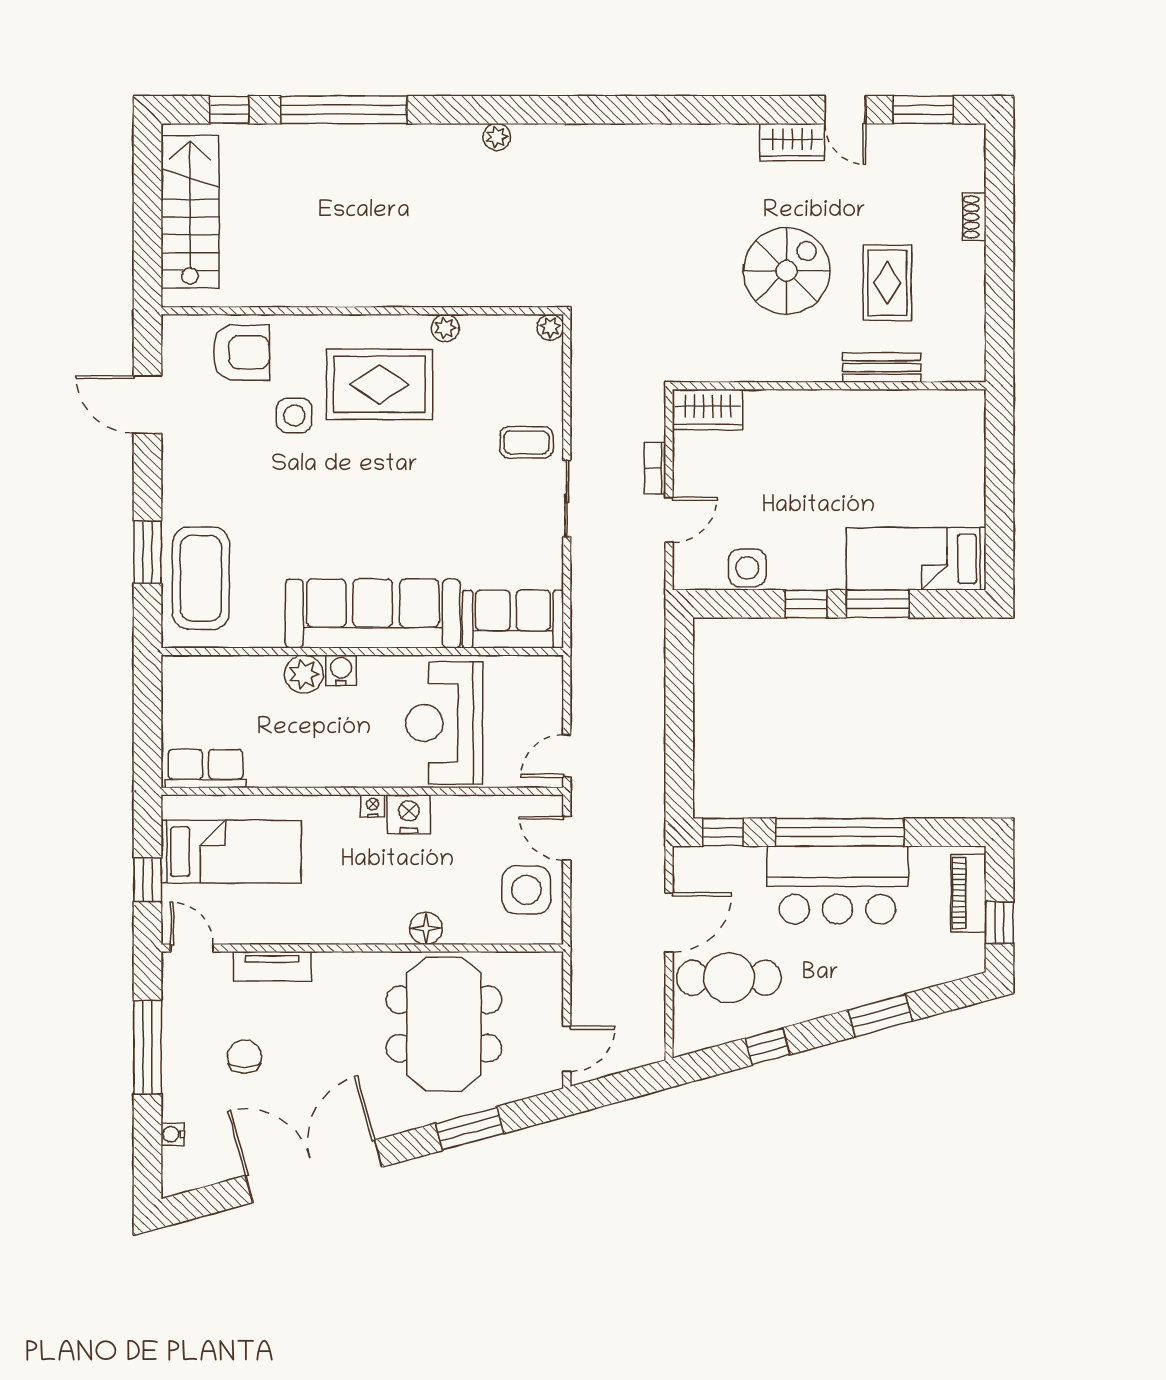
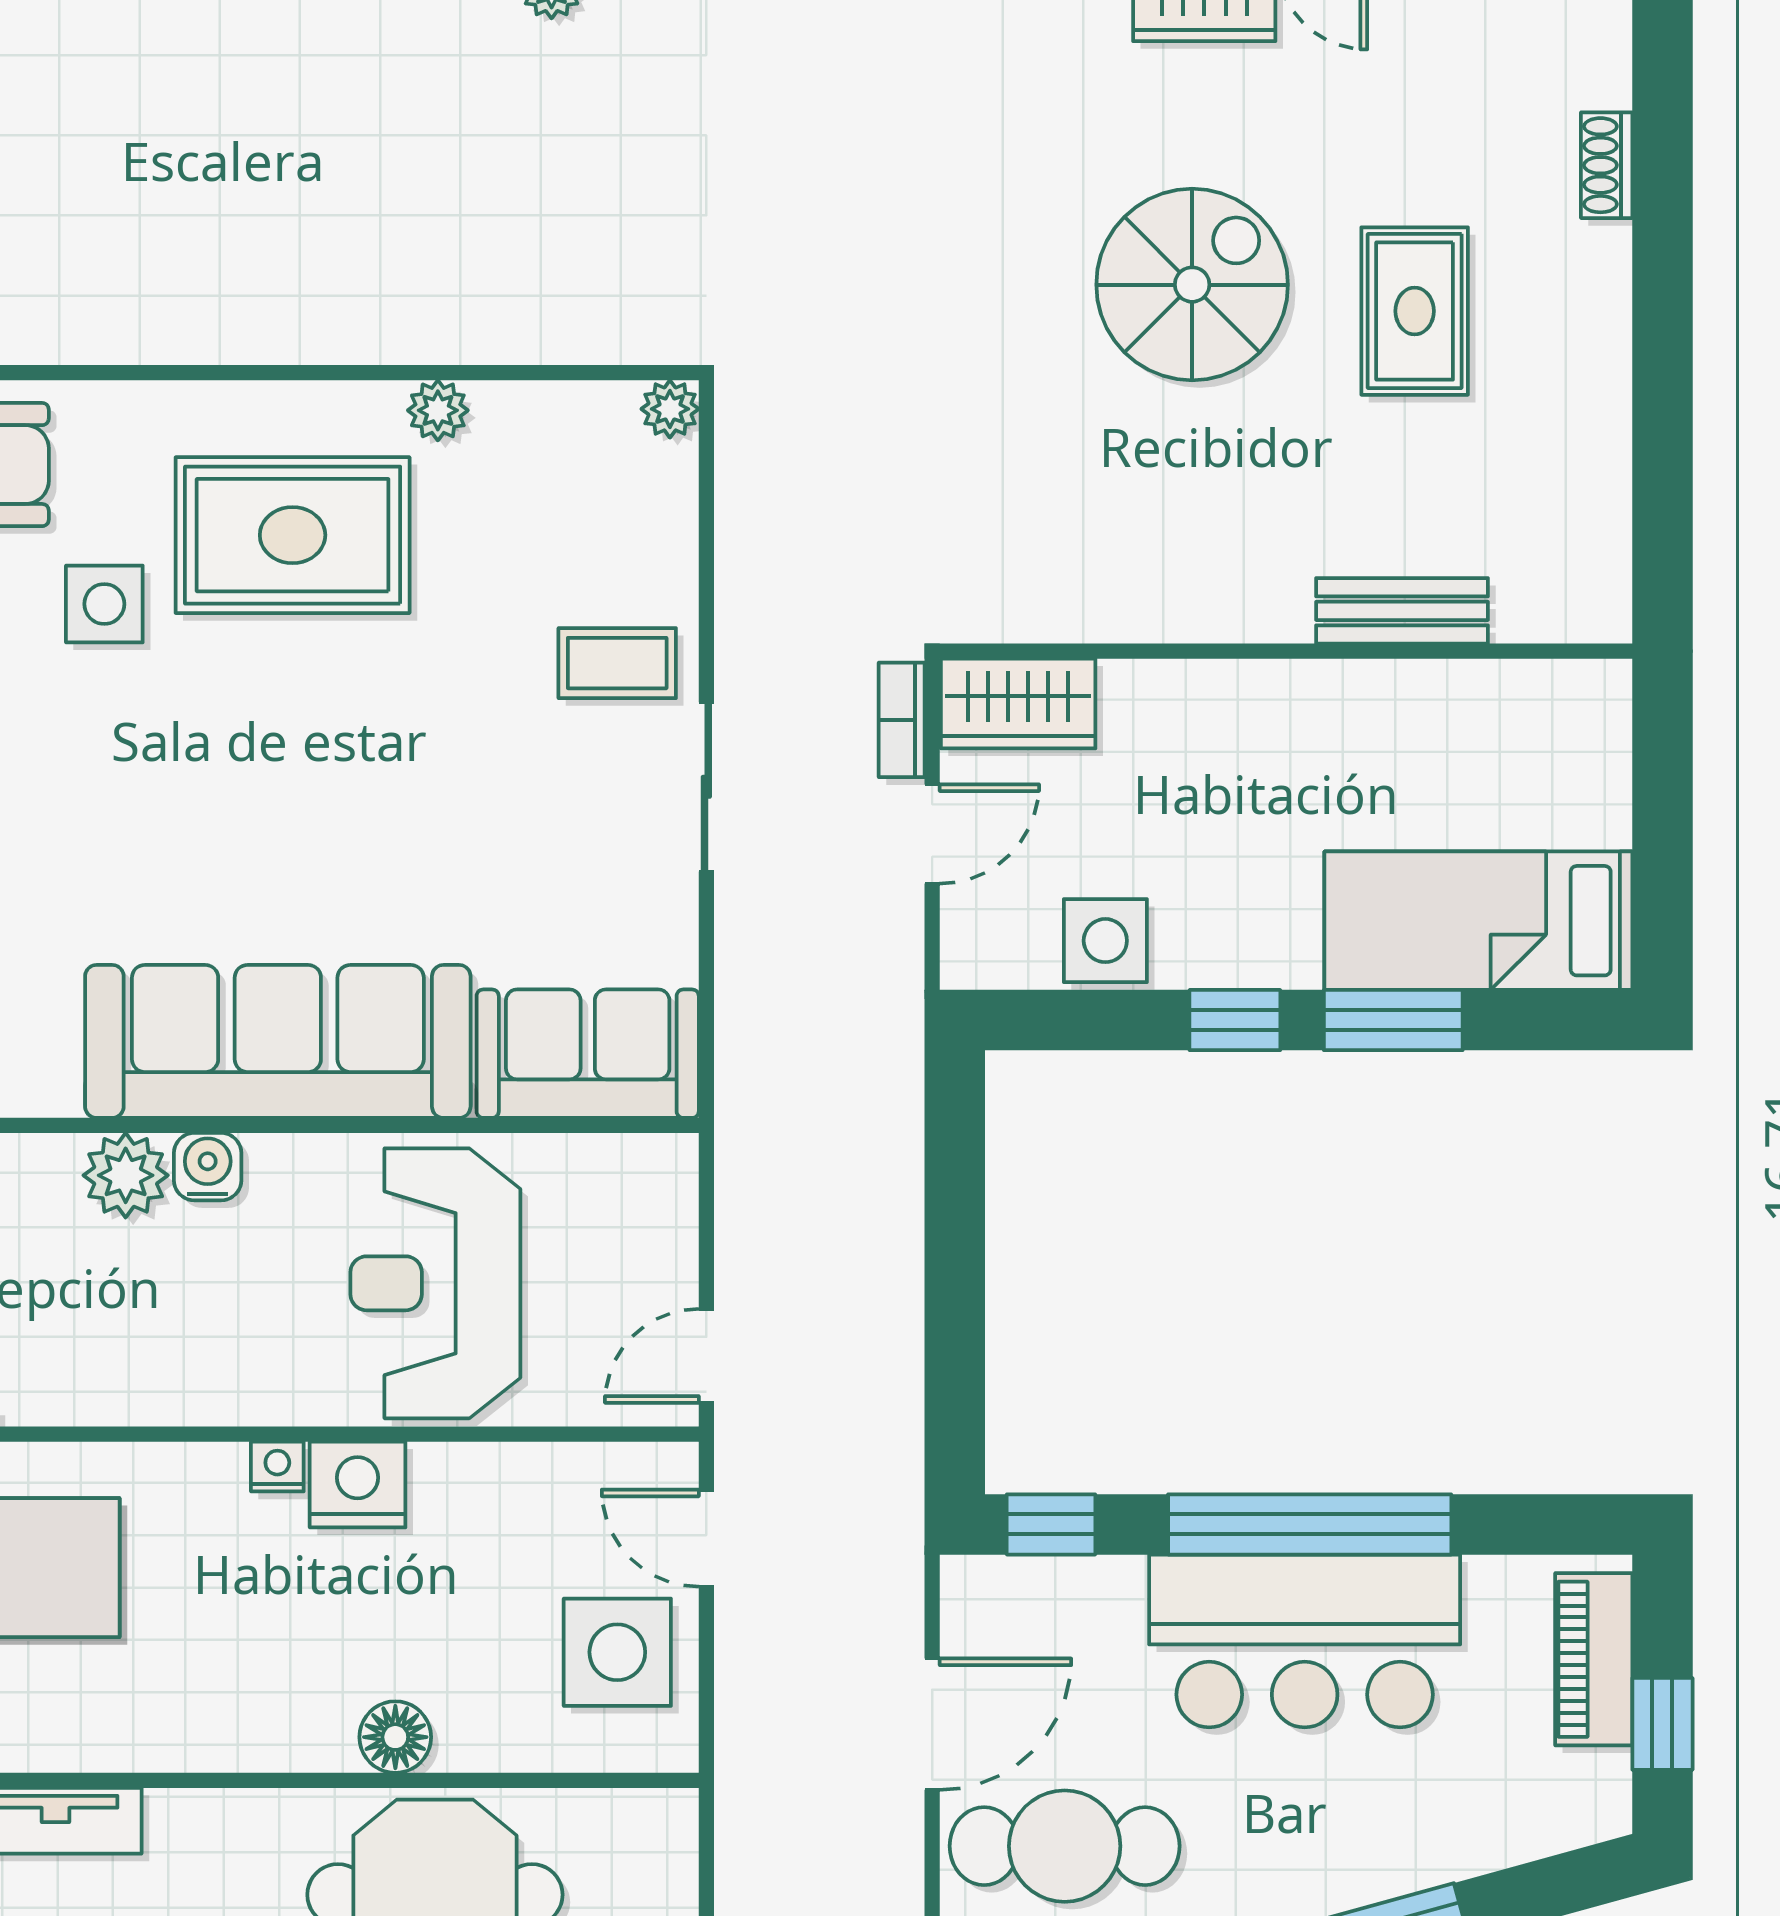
bench: (882, 368) -> (1402, 611), moved
wall: (829, 386) -> (1286, 651), moved
wardrobe: (708, 409) -> (1018, 704), moved

